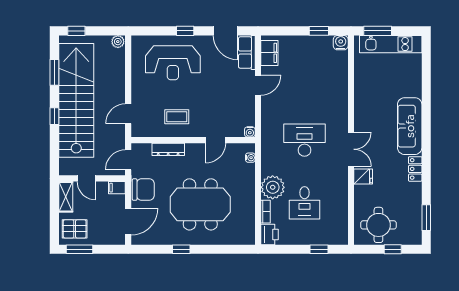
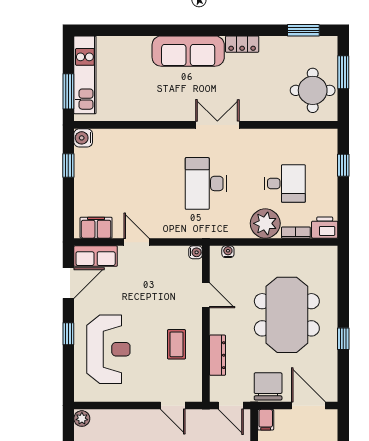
fridge: (363, 177) -> (252, 110), removed
window: (393, 249) -> (343, 72), width x1.50

